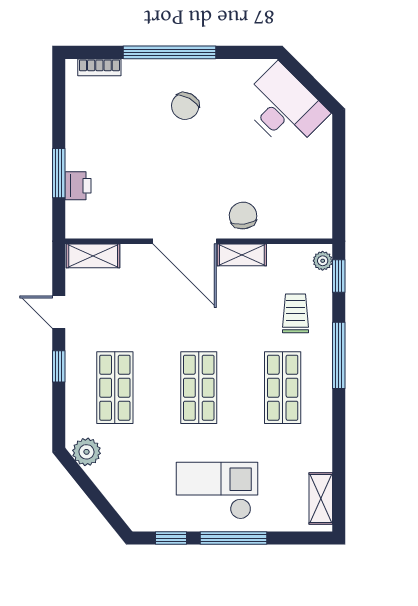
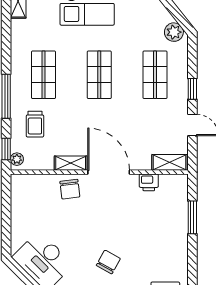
printer: (78, 186) -> (149, 182), moved, turned -90

